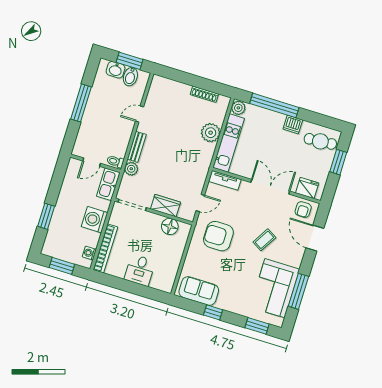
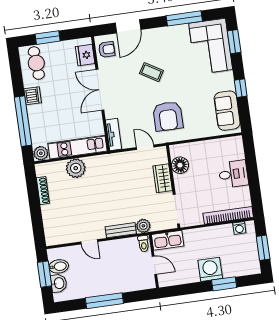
washing machine: (95, 220) -> (210, 269), moved, turned 180
corner sofa: (275, 288) -> (211, 46), moved, turned 90

